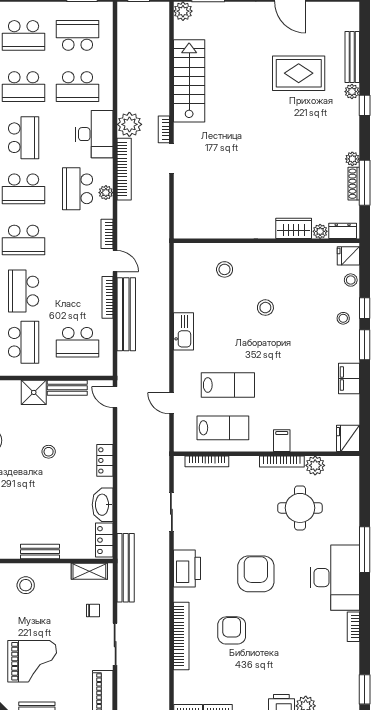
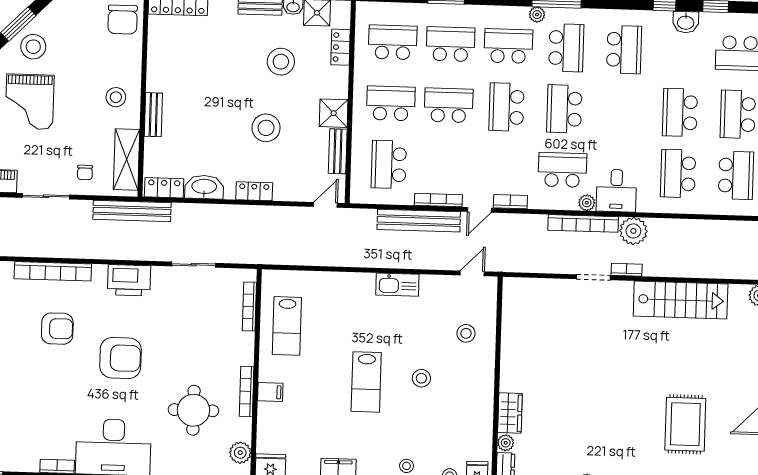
desk: (94, 134) -> (616, 191), width x0.73
school desk: (24, 138) -> (622, 111), removed
plant: (106, 193) -> (587, 203), moved
school desk: (24, 342) -> (391, 103), turned 180
lab bench: (228, 385) -> (366, 382), moved
door: (171, 403) -> (472, 273), moved
stool: (49, 452) -> (266, 128), width x1.89, depth x1.89
plant: (315, 465) -> (240, 453), moved
shelving: (89, 571) -> (127, 159), width x1.50, depth x1.33

